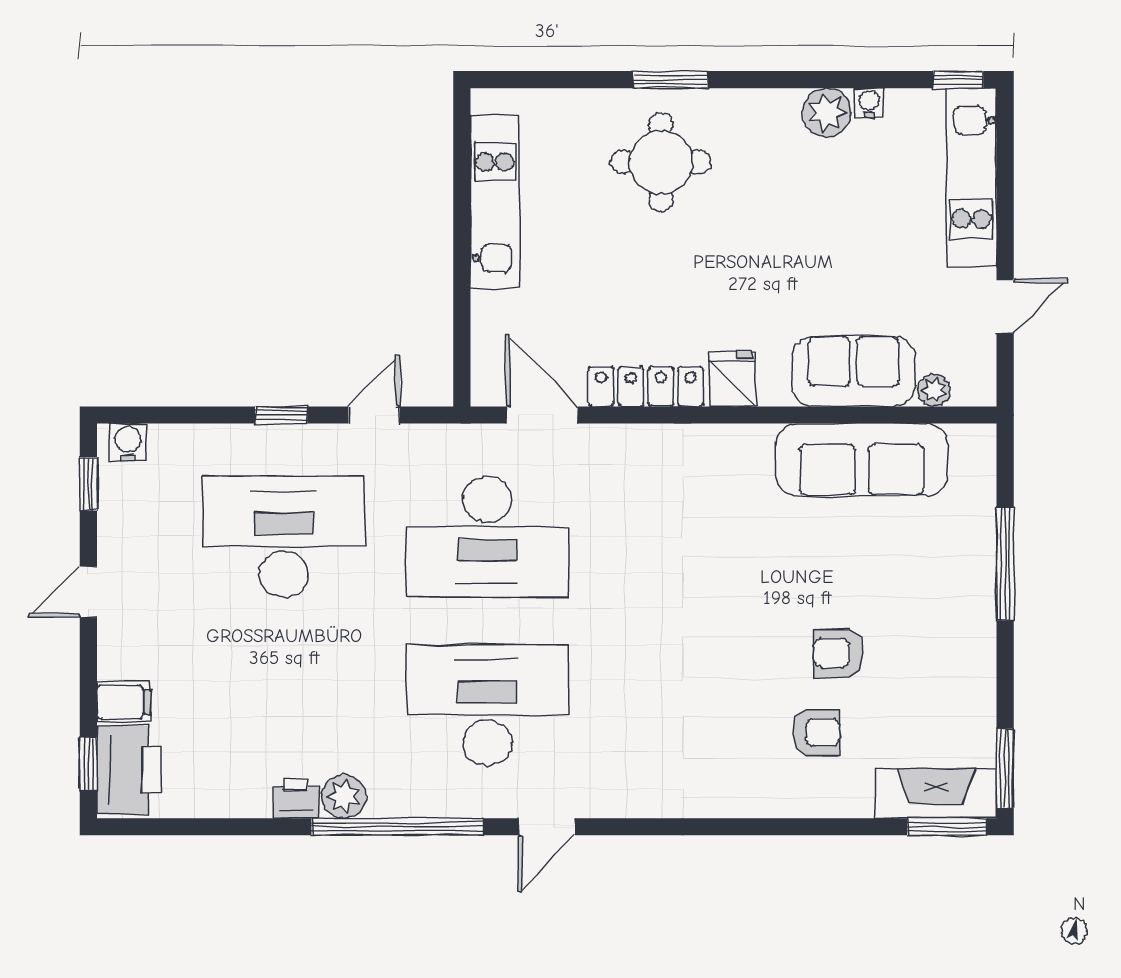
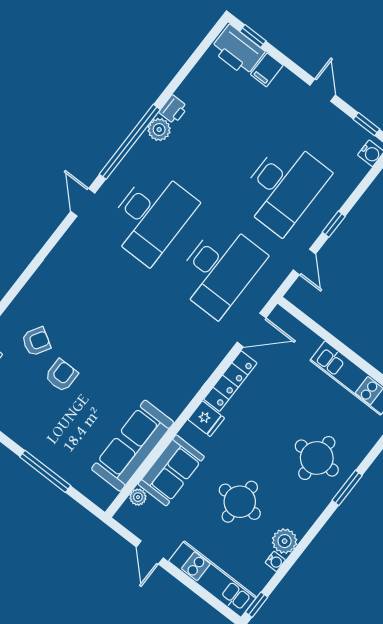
round table: (820, 228) -> (240, 502), added
desk: (487, 537) -> (219, 270), turned 180
armchair: (816, 732) -> (36, 341), turned -149

